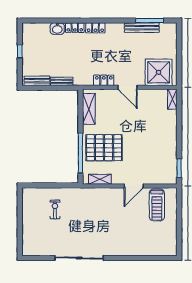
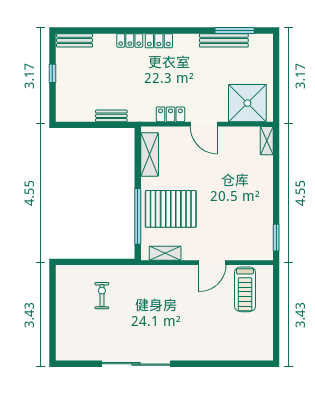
washbasin: (57, 29) -> (105, 42), removed
bench: (37, 81) -> (75, 40), moved

